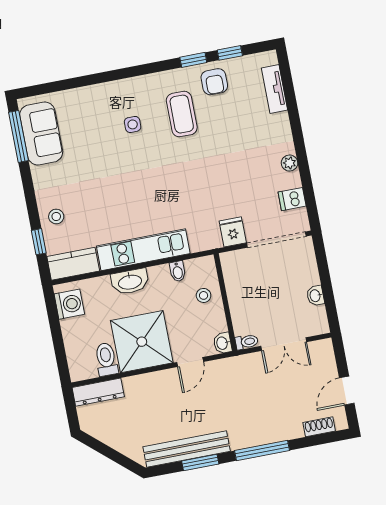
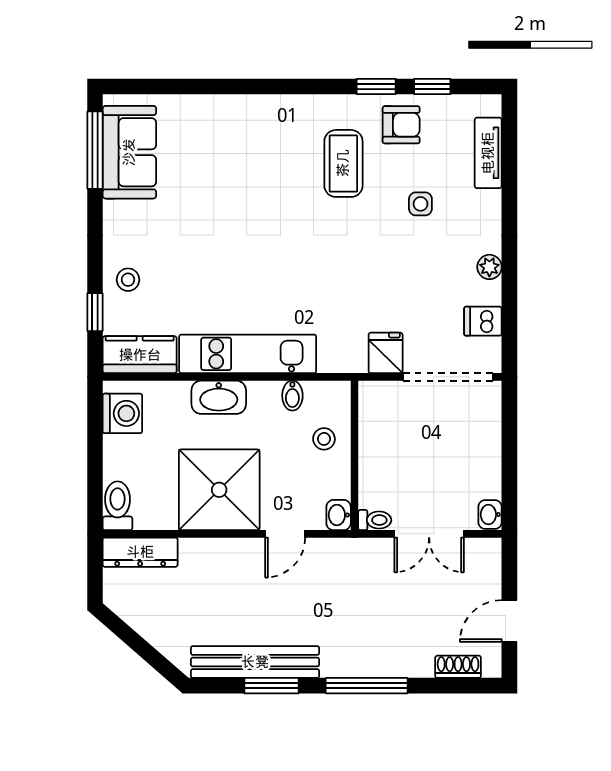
armchair: (214, 82) -> (401, 125), turned -90
side table: (133, 124) -> (420, 204), moved
washbasin: (315, 296) -> (490, 515), moved
toilet: (106, 359) -> (118, 506), moved

